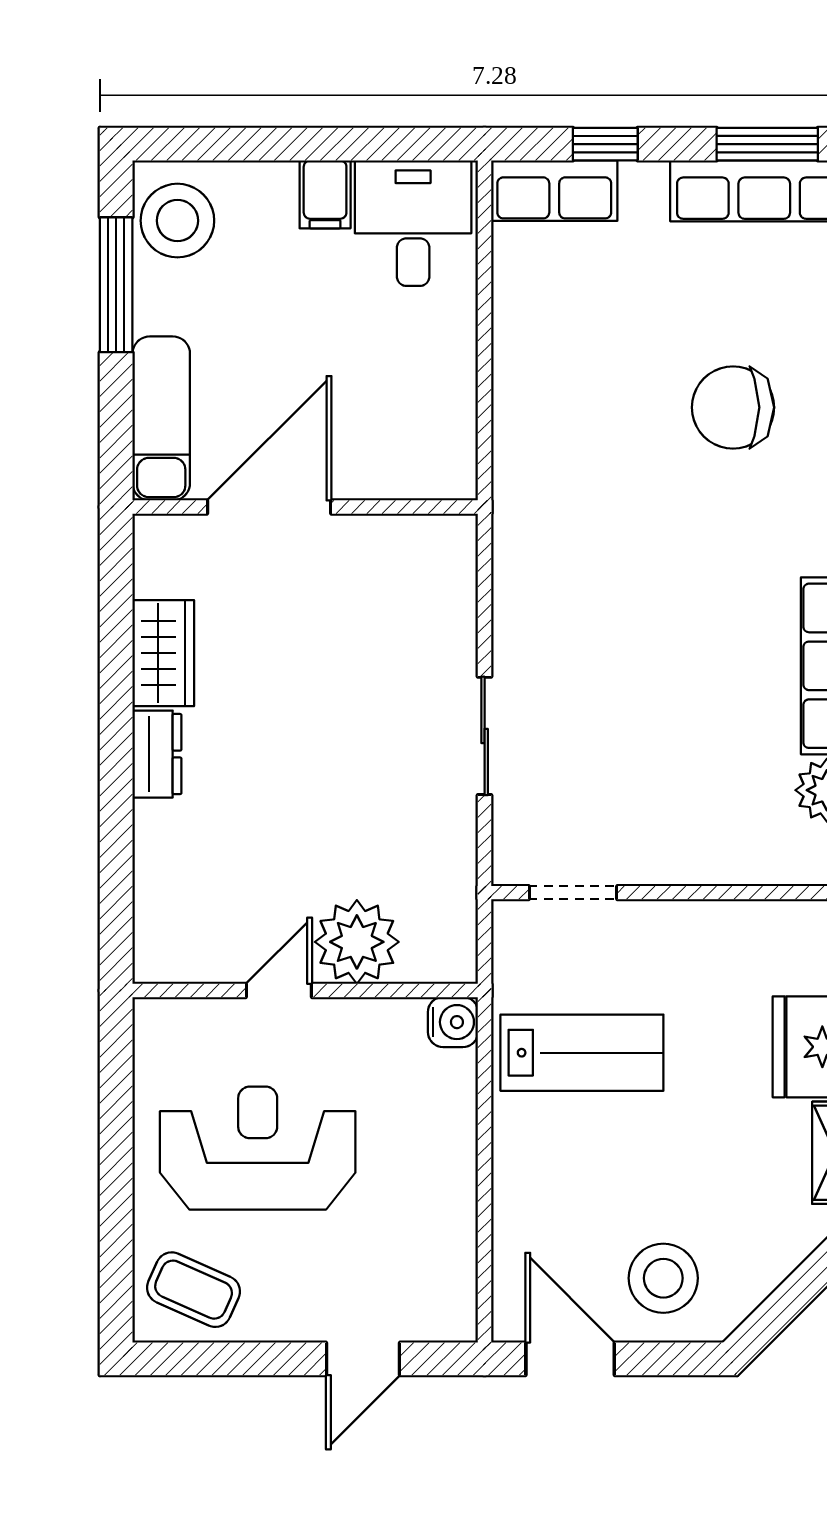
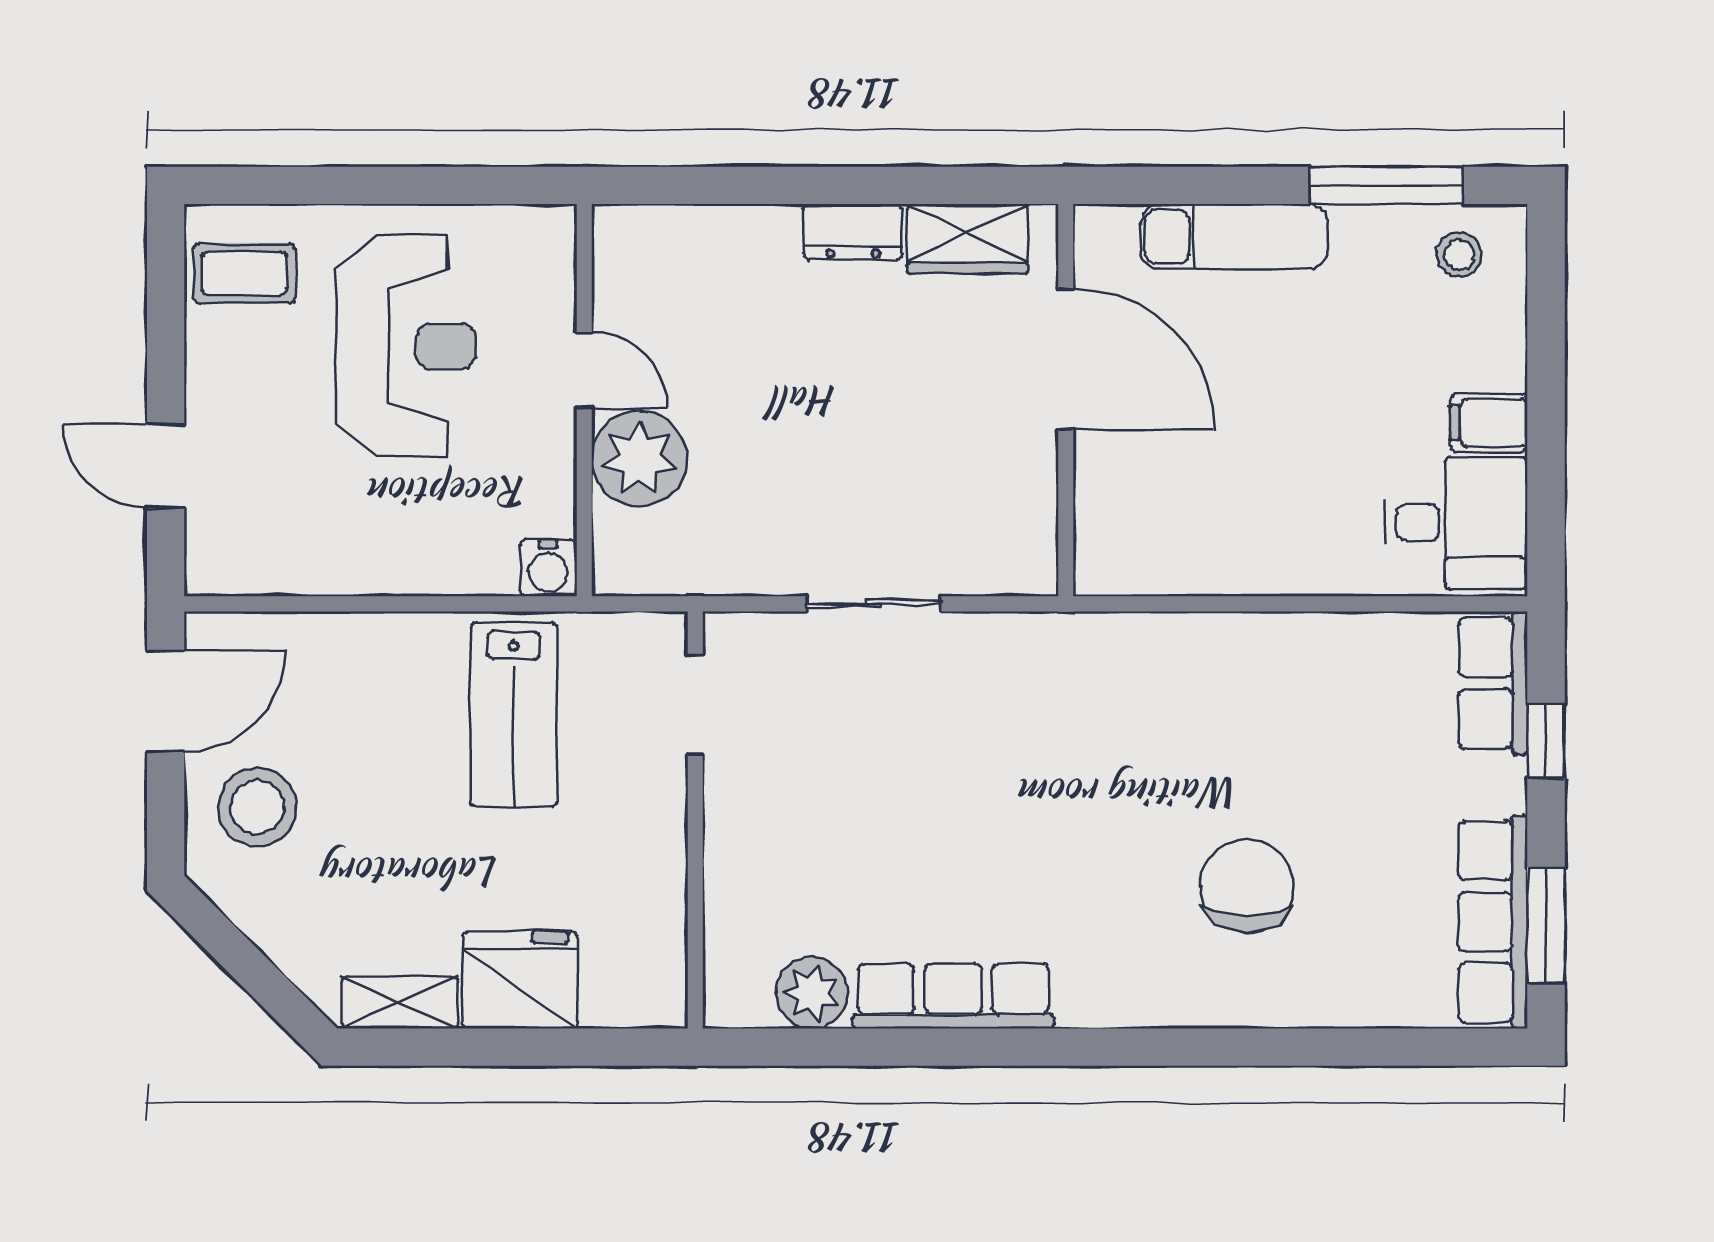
stool: (177, 221) -> (1459, 255), width x0.53, depth x0.53
door: (269, 507) -> (1066, 359), moved
wall: (305, 507) -> (1066, 400), moved
coffee table: (194, 1290) -> (244, 273), turned 66

